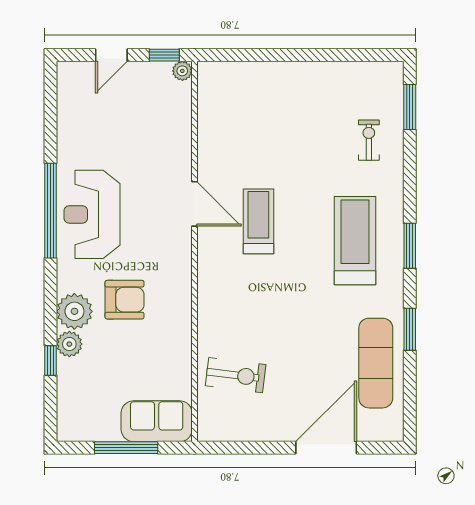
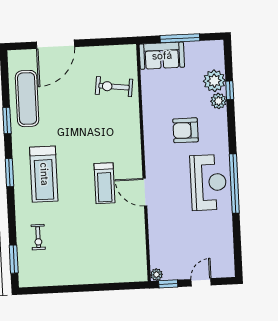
plant: (74, 311) -> (214, 81), moved

